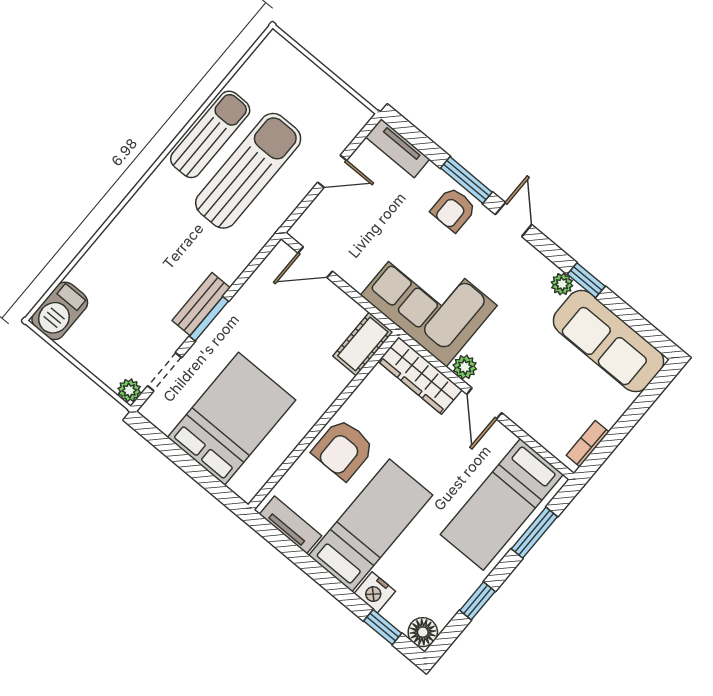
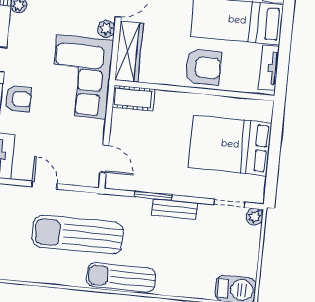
sun lounger: (210, 134) -> (121, 277), moved
window: (209, 319) -> (153, 196), moved

